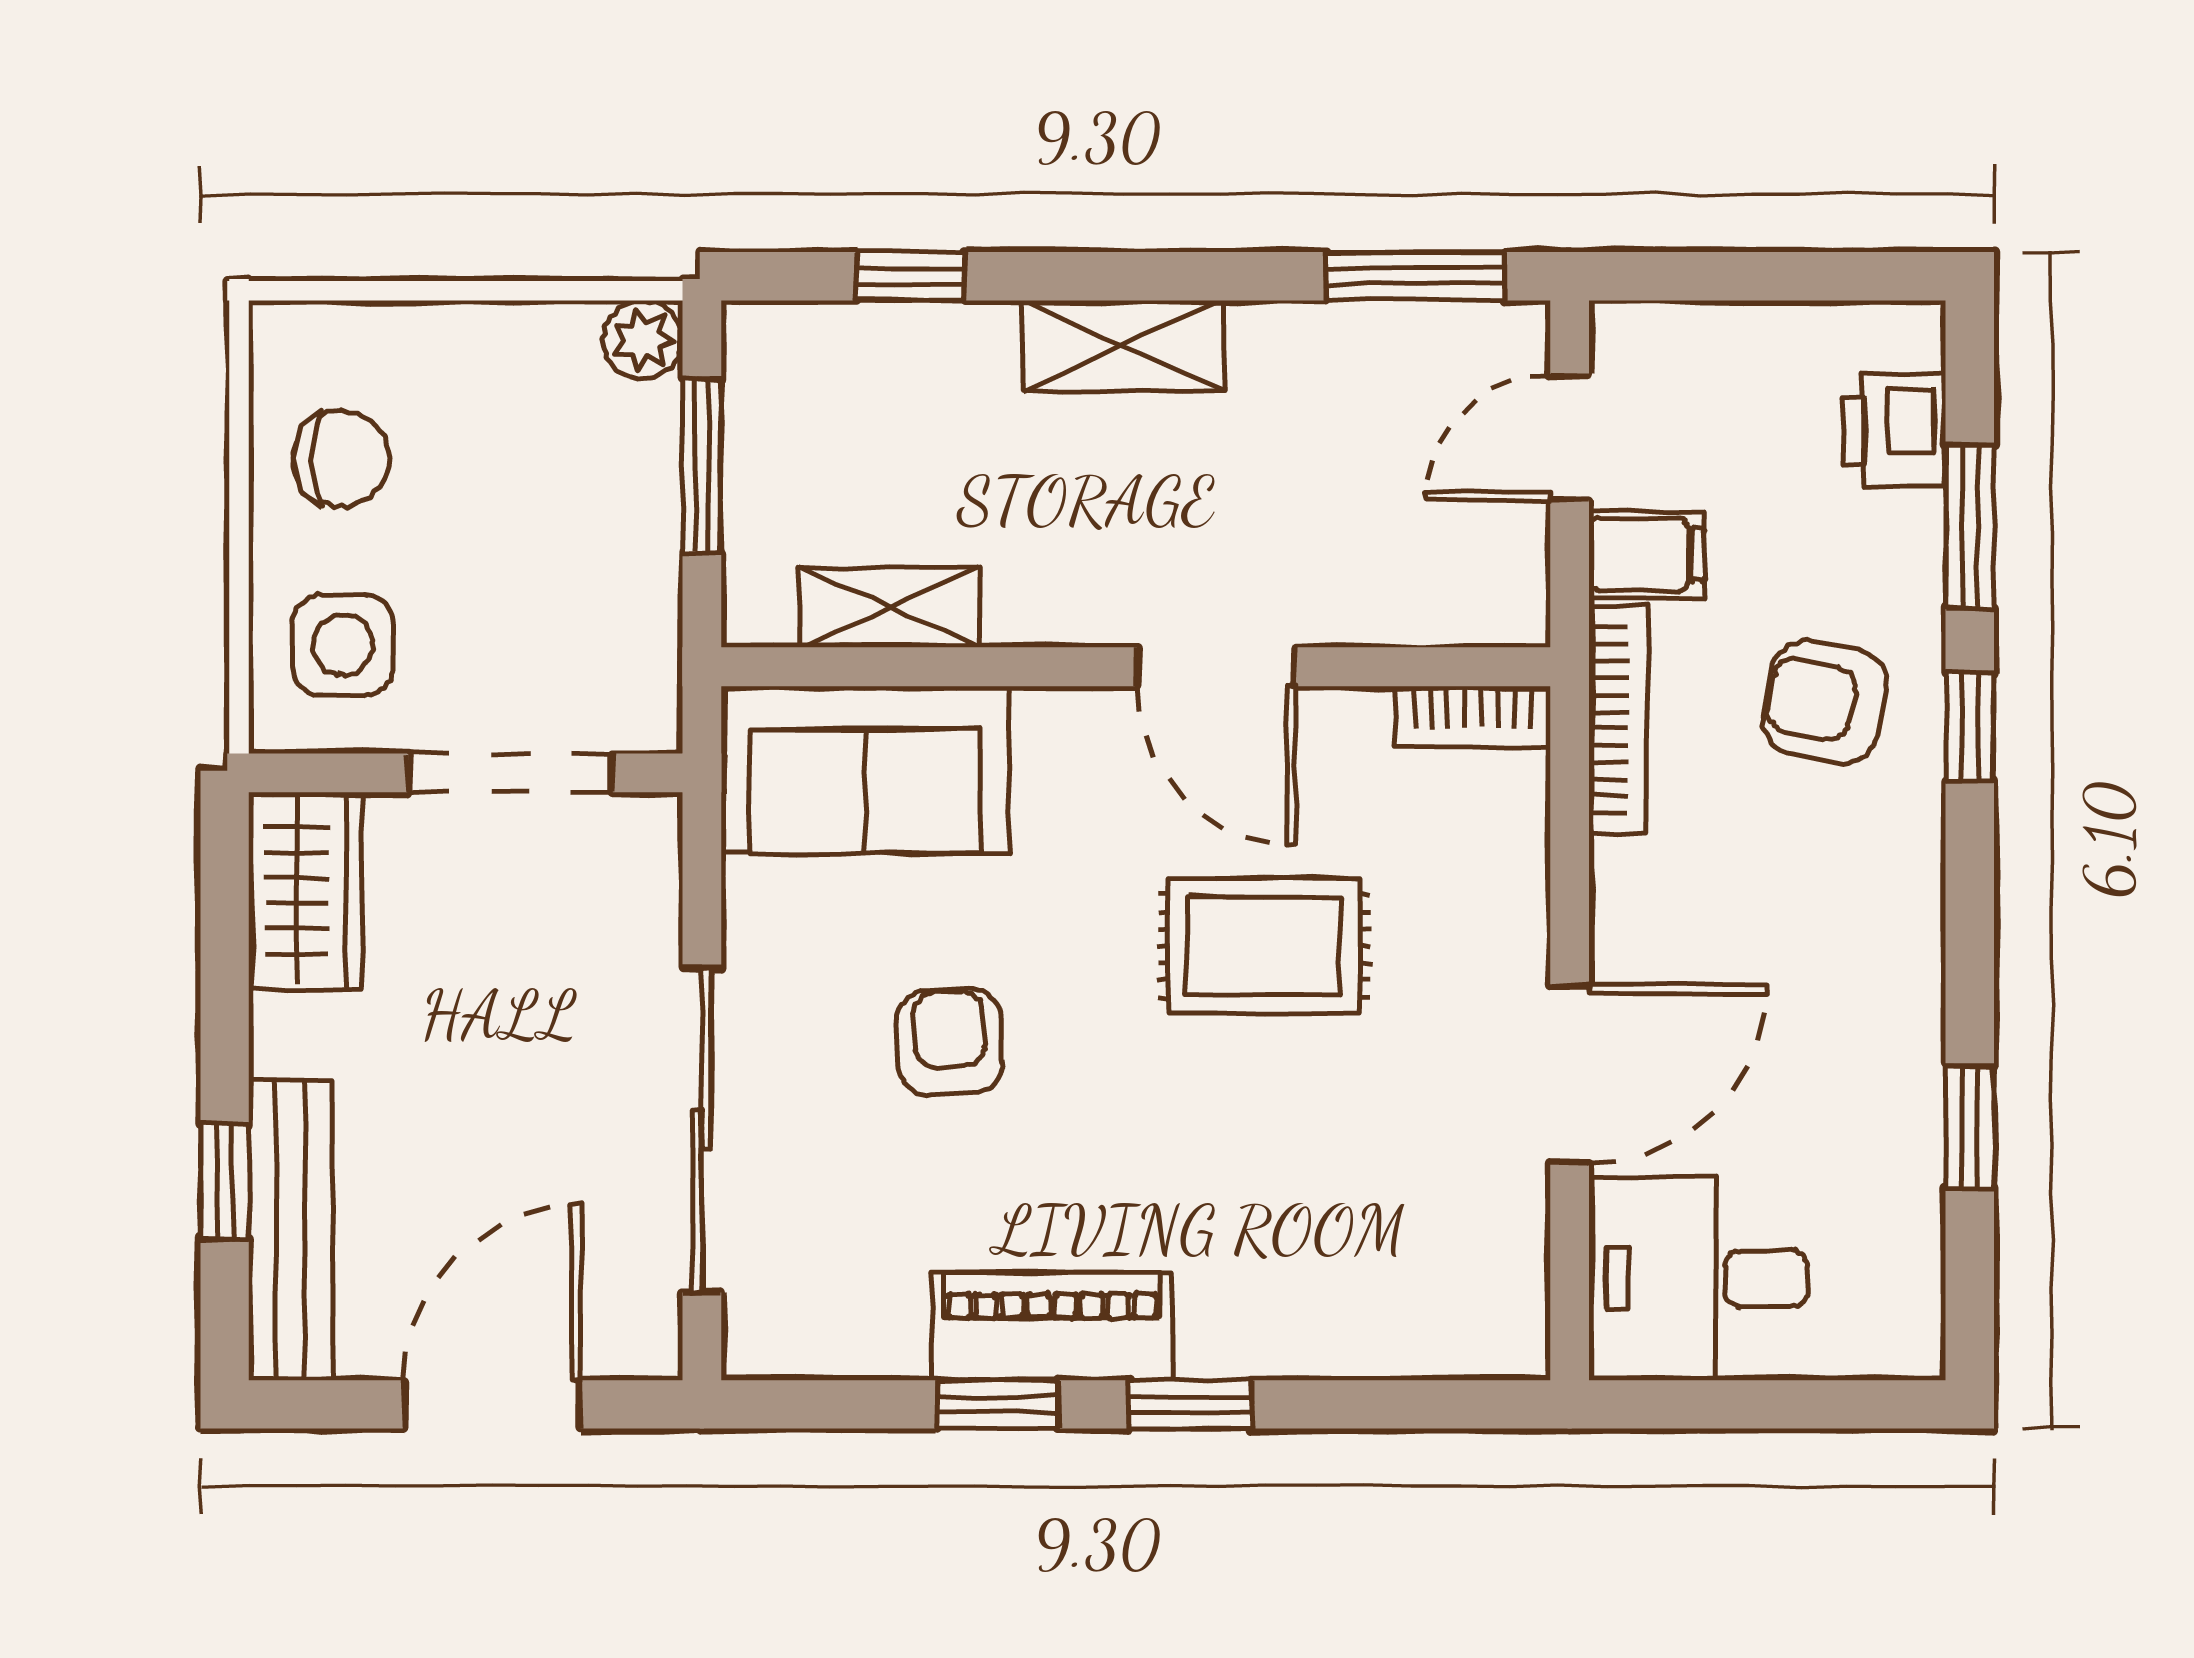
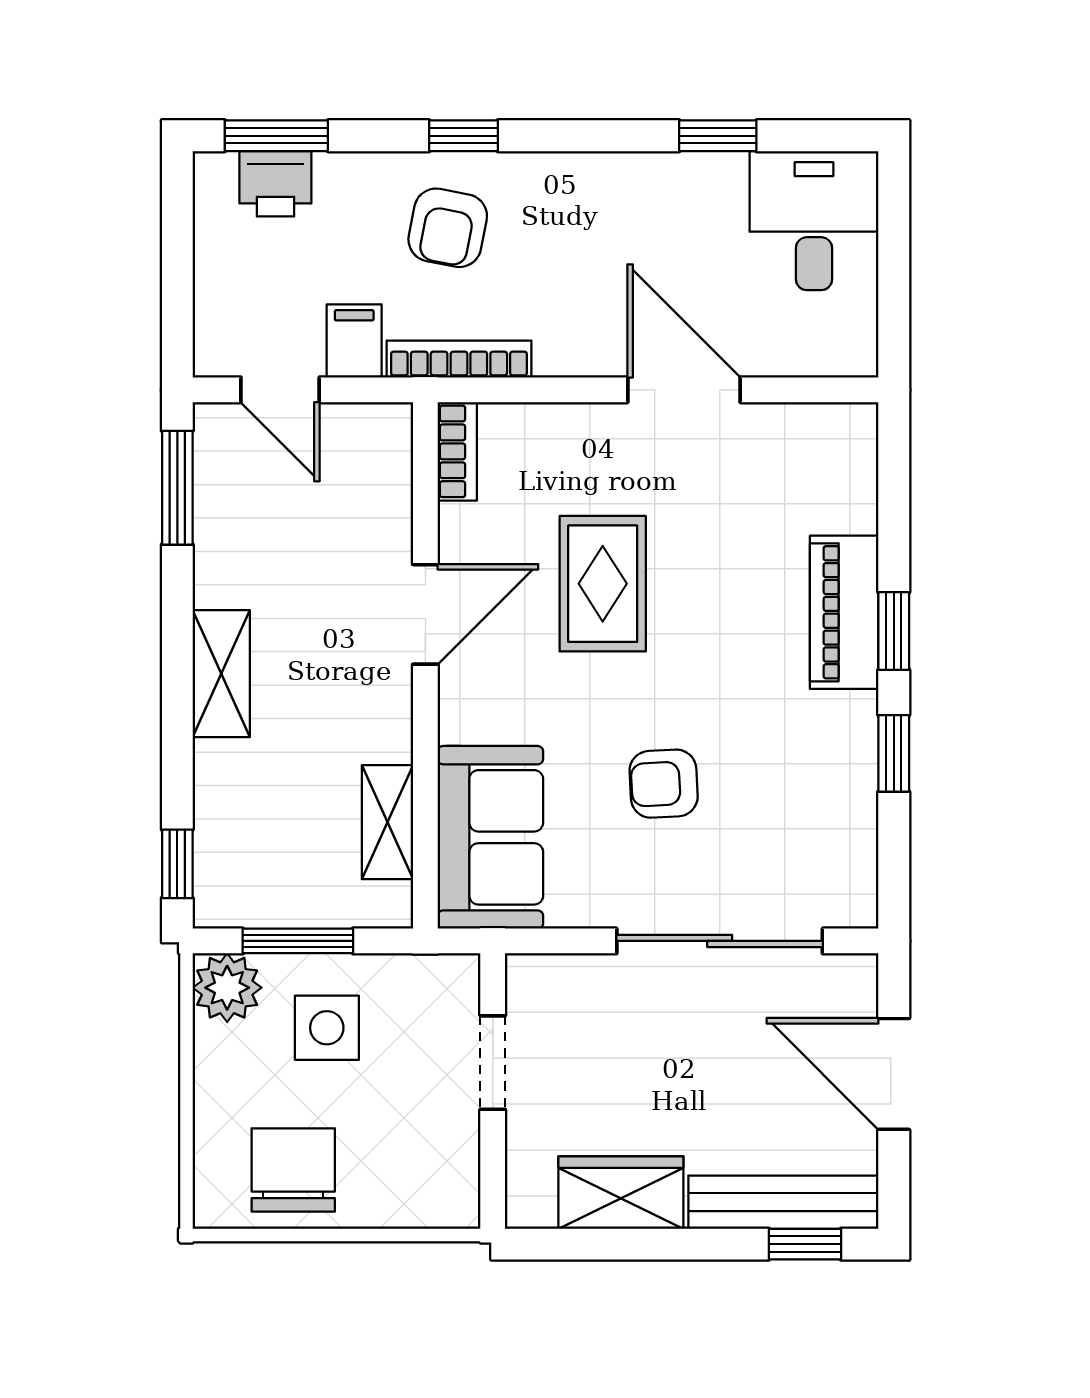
window: (911, 276) -> (177, 864), moved
plant: (643, 340) -> (227, 988), width x1.38, depth x1.38
chair: (341, 459) -> (293, 1170), width x1.37, depth x1.37
window: (1970, 527) -> (276, 136), moved
side table: (343, 645) -> (327, 1028), moved
doorway: (510, 773) -> (493, 1063), width x0.73
wardrobe: (306, 891) -> (621, 1193), moved
window: (225, 1181) -> (805, 1244), moved
desk: (1698, 1279) -> (814, 221), moved, turned 180
piano: (1052, 1326) -> (844, 612), moved

